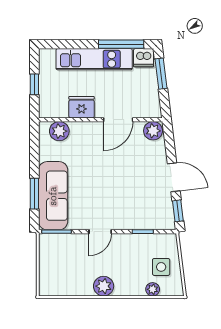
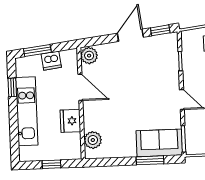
window: (121, 44) -> (12, 87), width x0.46
dishwasher: (143, 58) -> (51, 61), moved, turned 83
sofa: (53, 196) -> (159, 143), width x0.73

